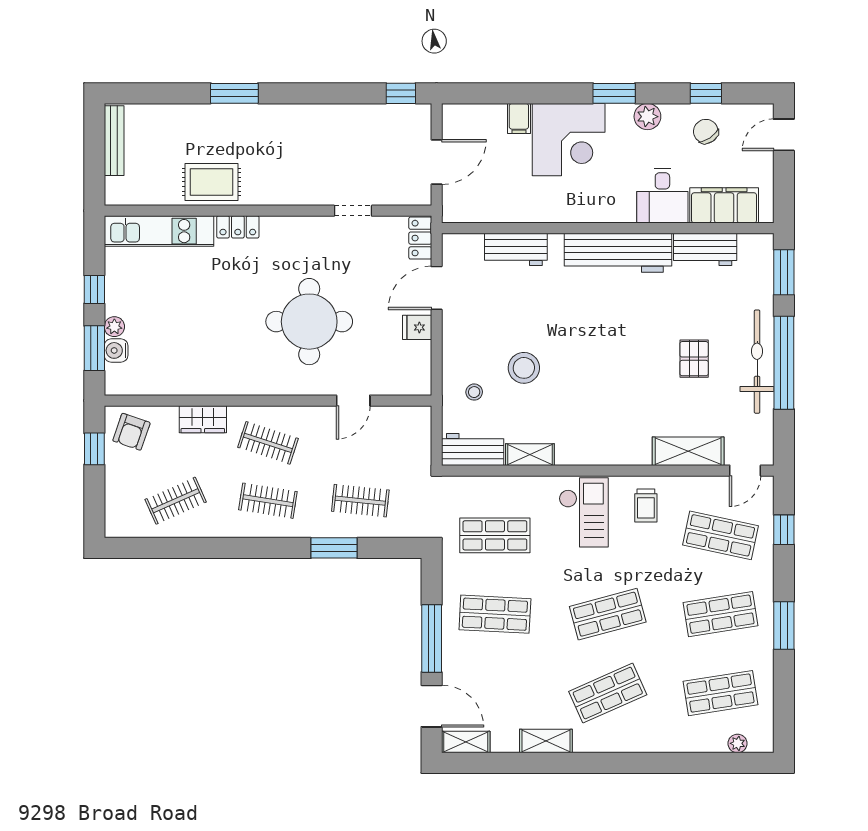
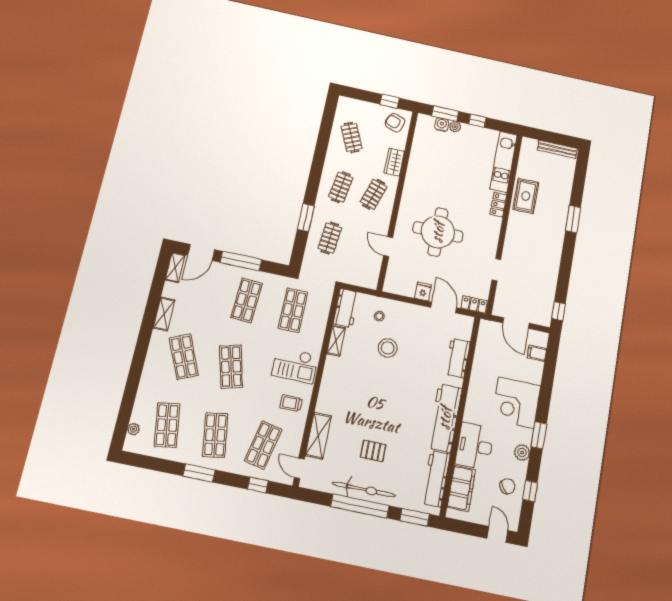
filing cabinet: (519, 118) -> (537, 353), moved
desk: (662, 196) -> (475, 446), width x1.37
workbench: (705, 249) -> (436, 479), width x1.38

